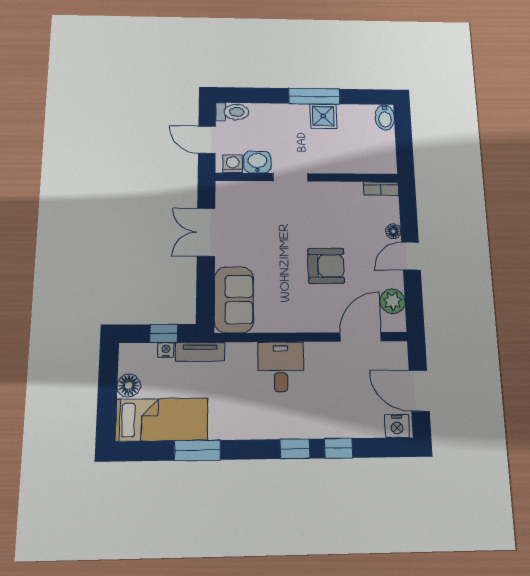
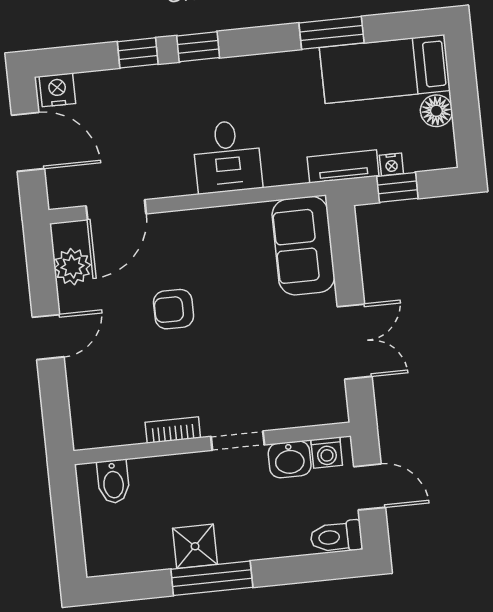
bidet: (385, 117) -> (113, 482), moved, turned 180
bookcase: (381, 189) -> (173, 430), moved
floor lamp: (393, 231) -> (76, 372), removed
armchair: (326, 266) -> (174, 309), width x0.72, depth x0.72

